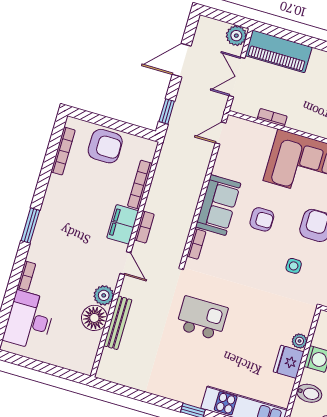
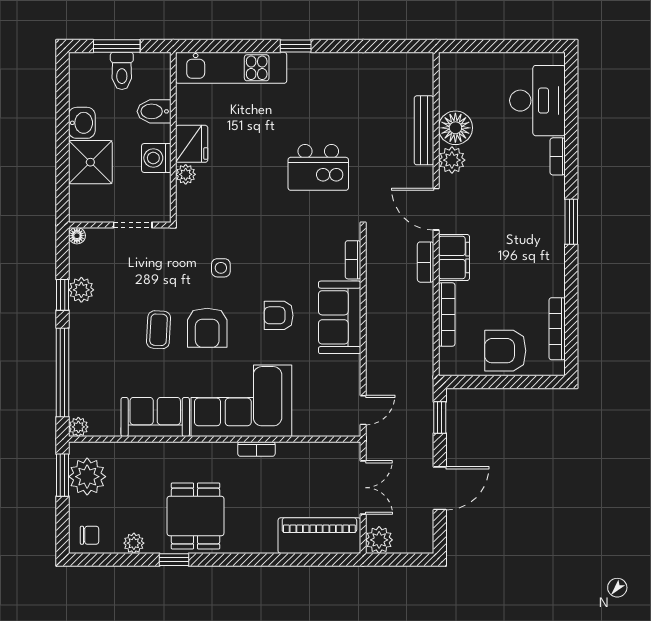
bookcase: (272, 117) -> (256, 449), moved
door: (125, 263) -> (436, 209), width x1.38

